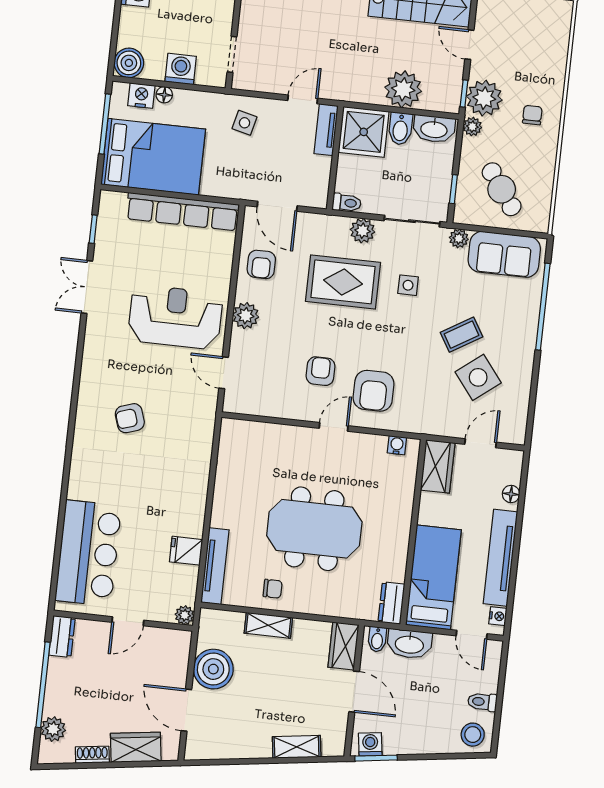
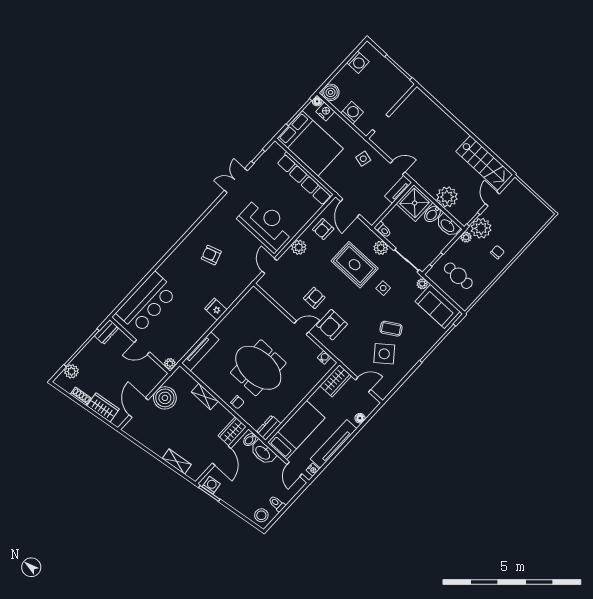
floor lamp: (164, 95) -> (317, 101), moved
cafe table: (502, 189) -> (458, 276), turned -55
fridge: (186, 551) -> (216, 309), moved
chair: (273, 589) -> (237, 402), moved

